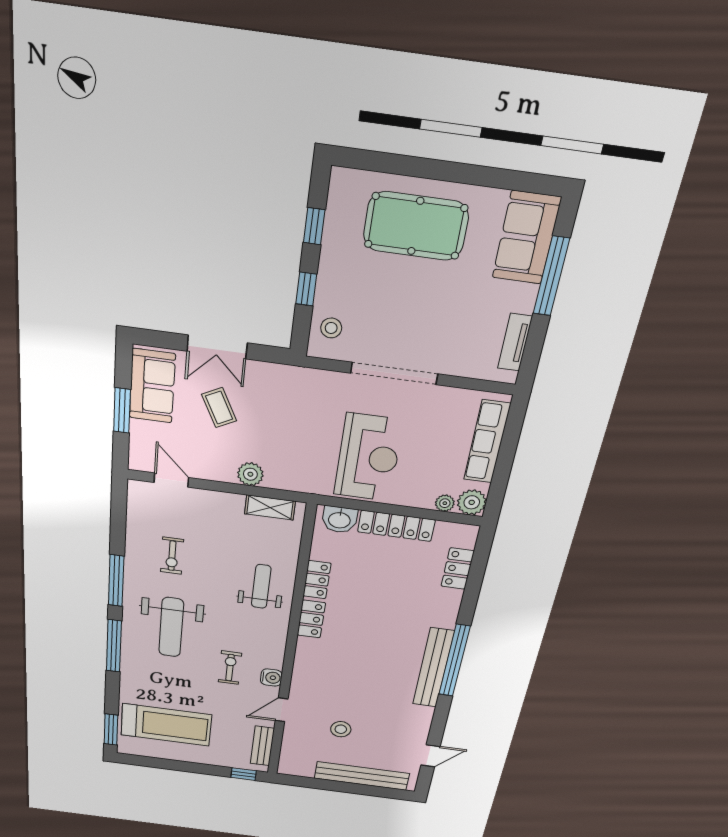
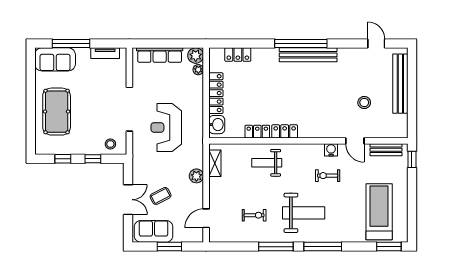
reception desk: (368, 458) -> (166, 127), moved, turned -90

